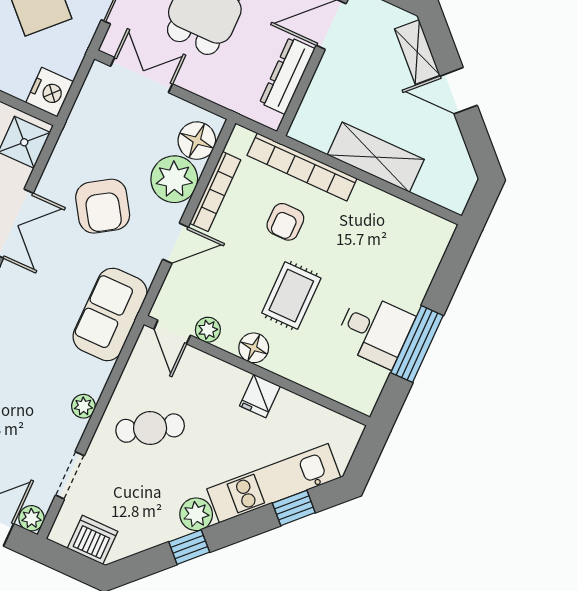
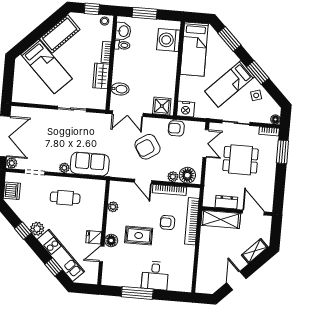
dresser: (287, 76) -> (226, 202), width x0.70
door: (459, 91) -> (236, 281), moved
armchair: (85, 128) -> (176, 128), added
shelving: (376, 157) -> (221, 219), moved, turned 90
plant: (174, 179) -> (173, 177), width x0.53, depth x0.53
sofa: (110, 314) -> (90, 164), moved
desk: (375, 330) -> (155, 275), moved
door: (172, 332) -> (102, 254), moved
floor lamp: (254, 348) -> (111, 240), moved
cafe table: (150, 428) -> (65, 198), turned -59

